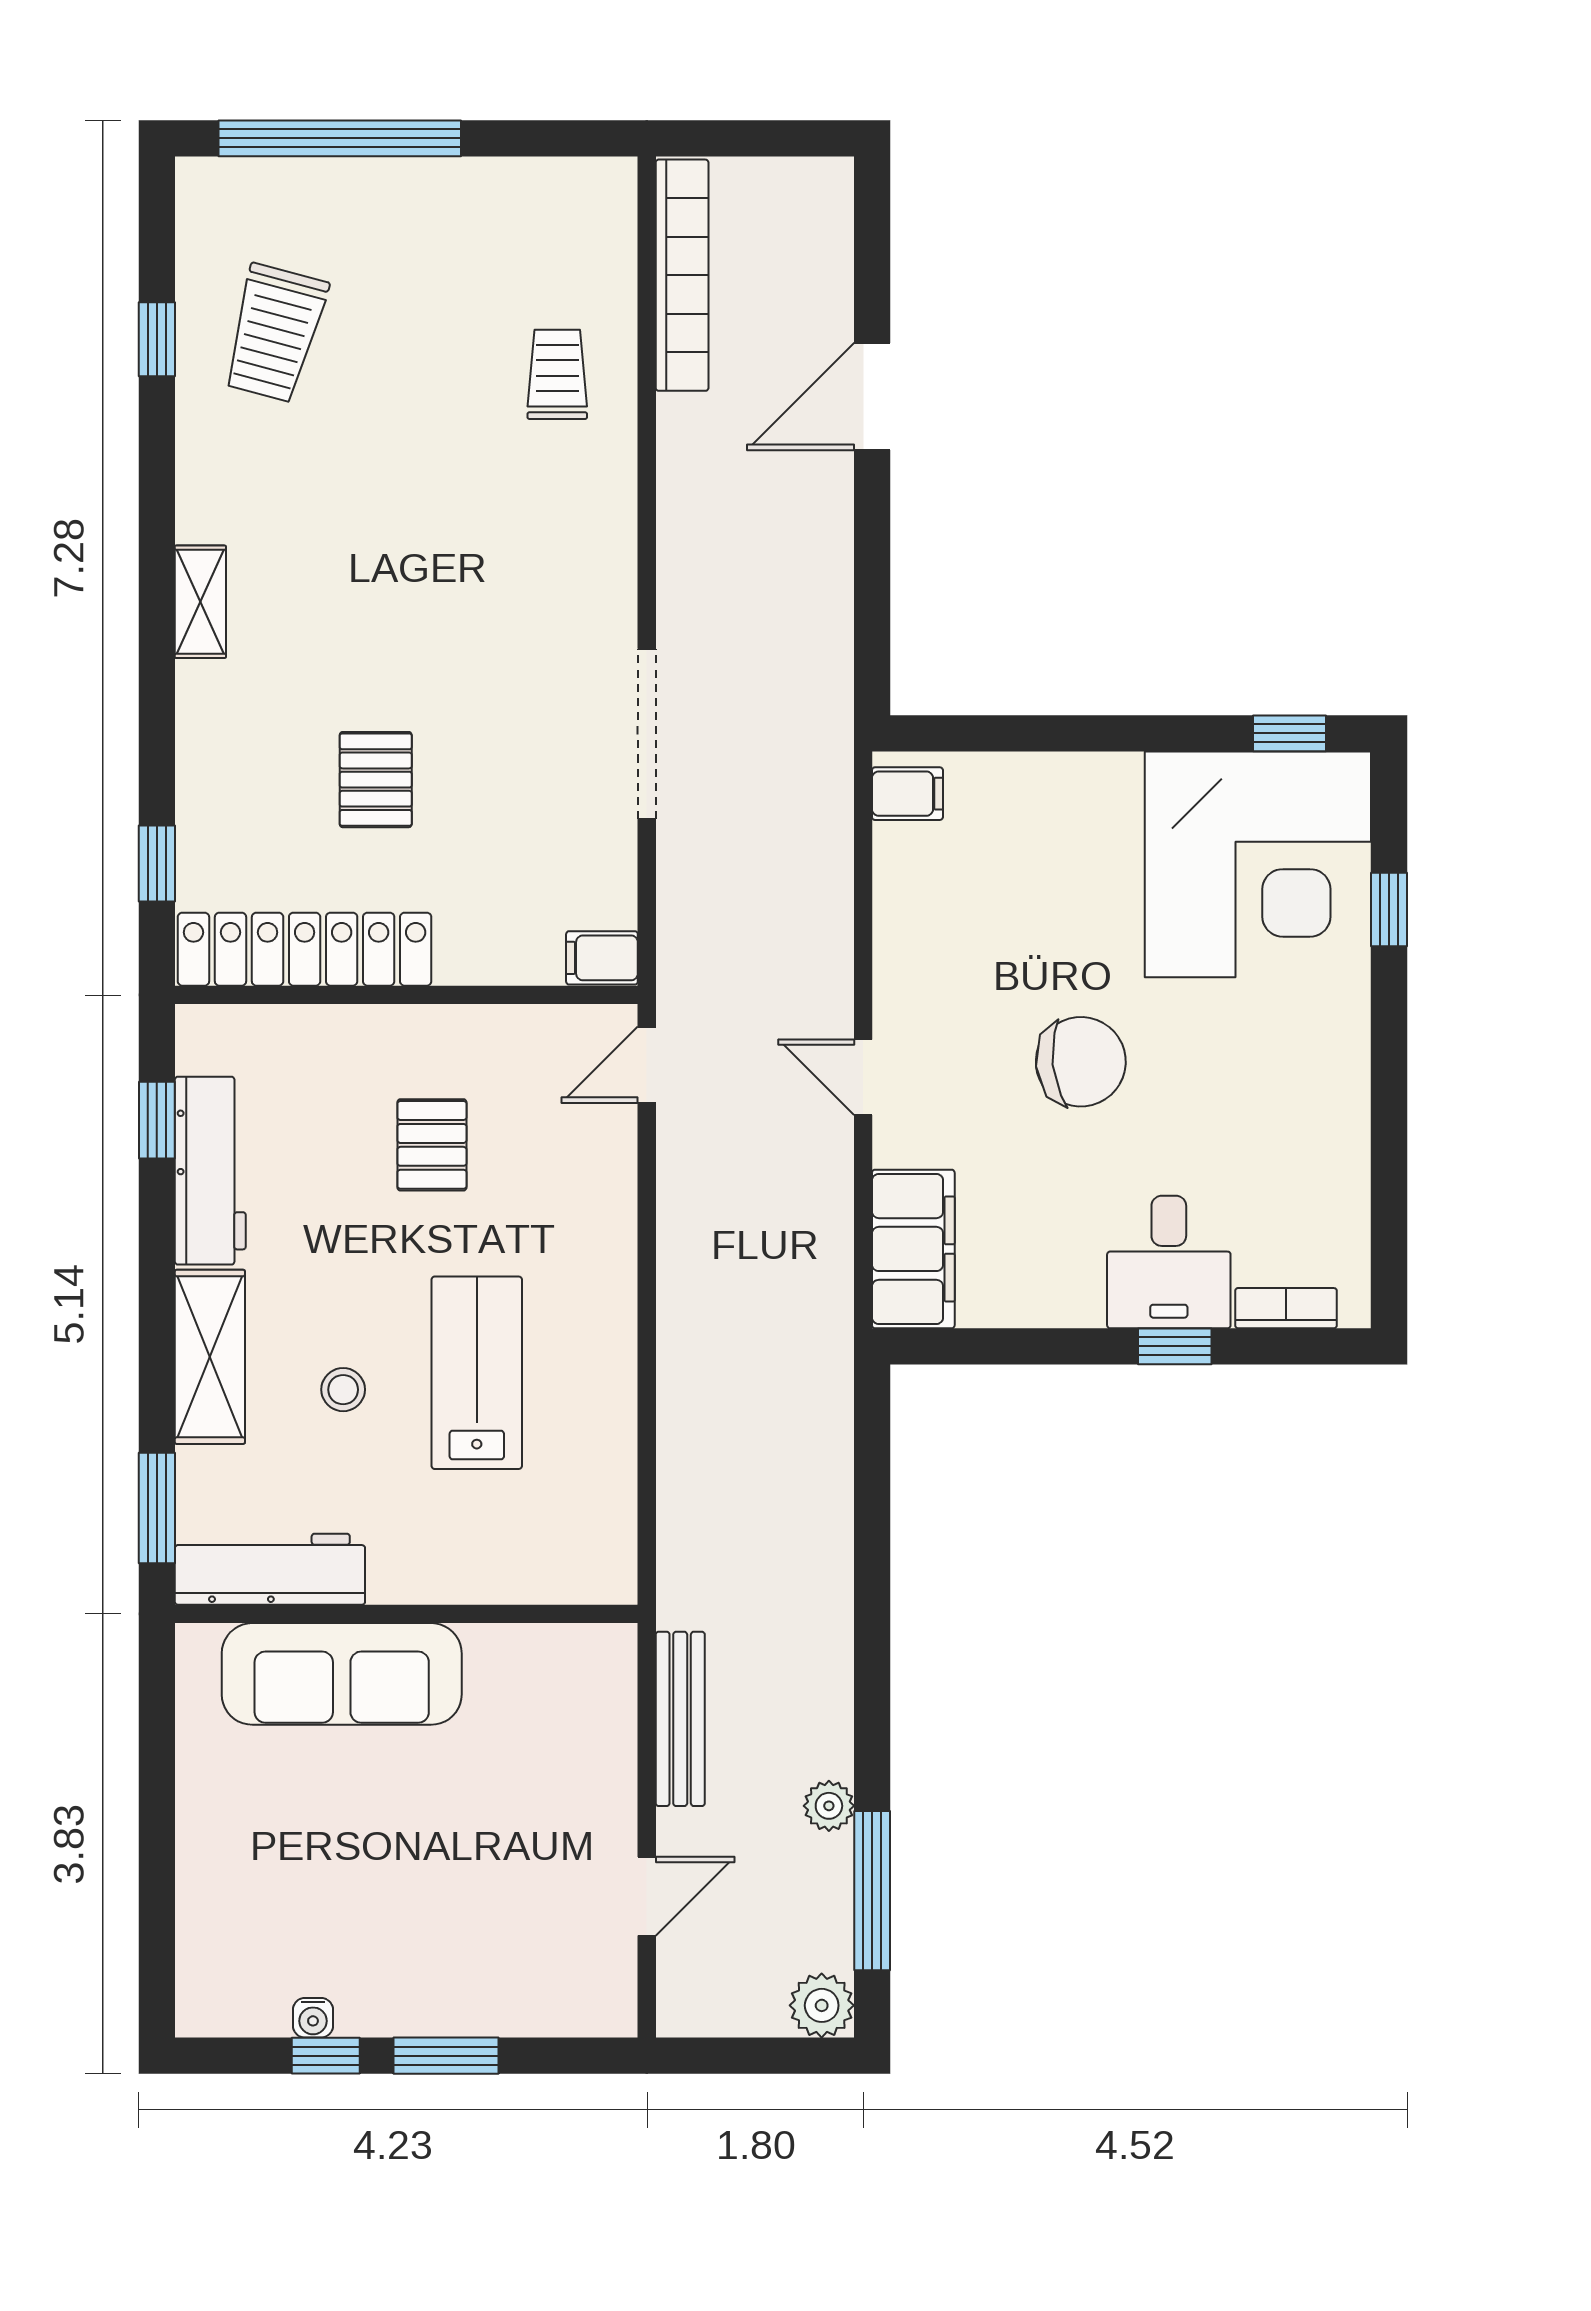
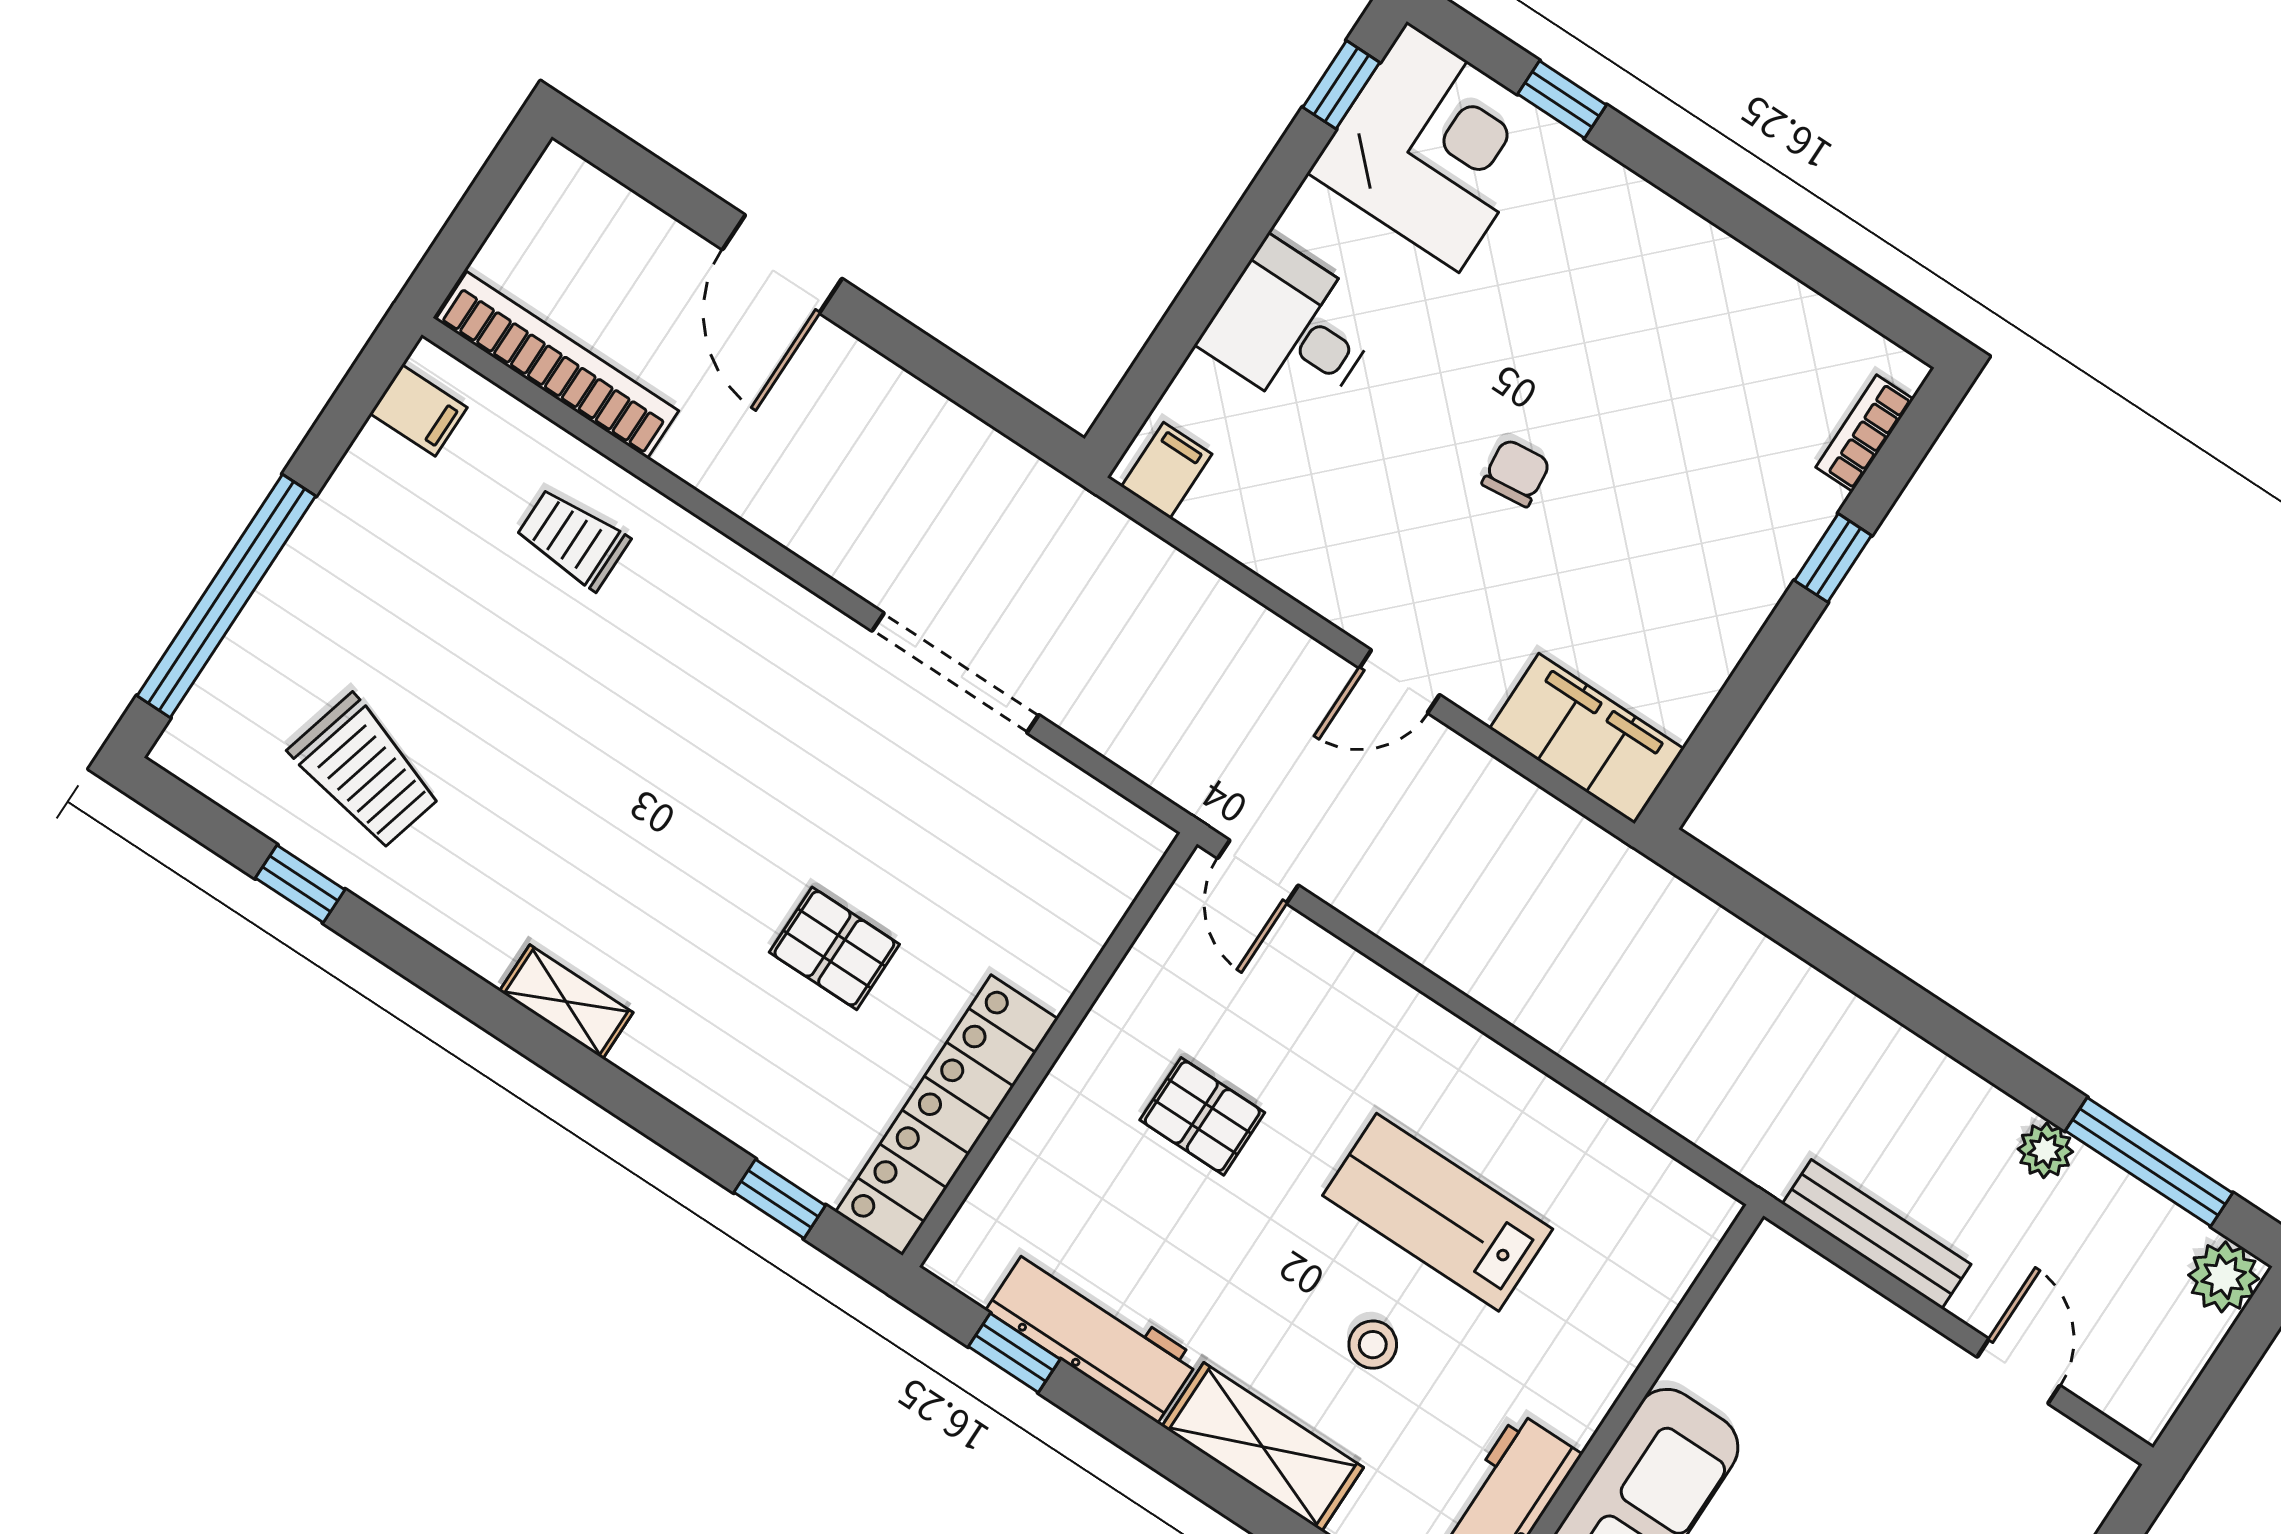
corner desk: (1258, 864) -> (1433, 147), width x0.74, depth x0.74
filing cabinet: (602, 958) -> (419, 410), moved, turned -90
chair: (1081, 1062) -> (1516, 473), width x0.54, depth x0.54
desk: (1169, 1262) -> (1292, 328), moved, turned 180

